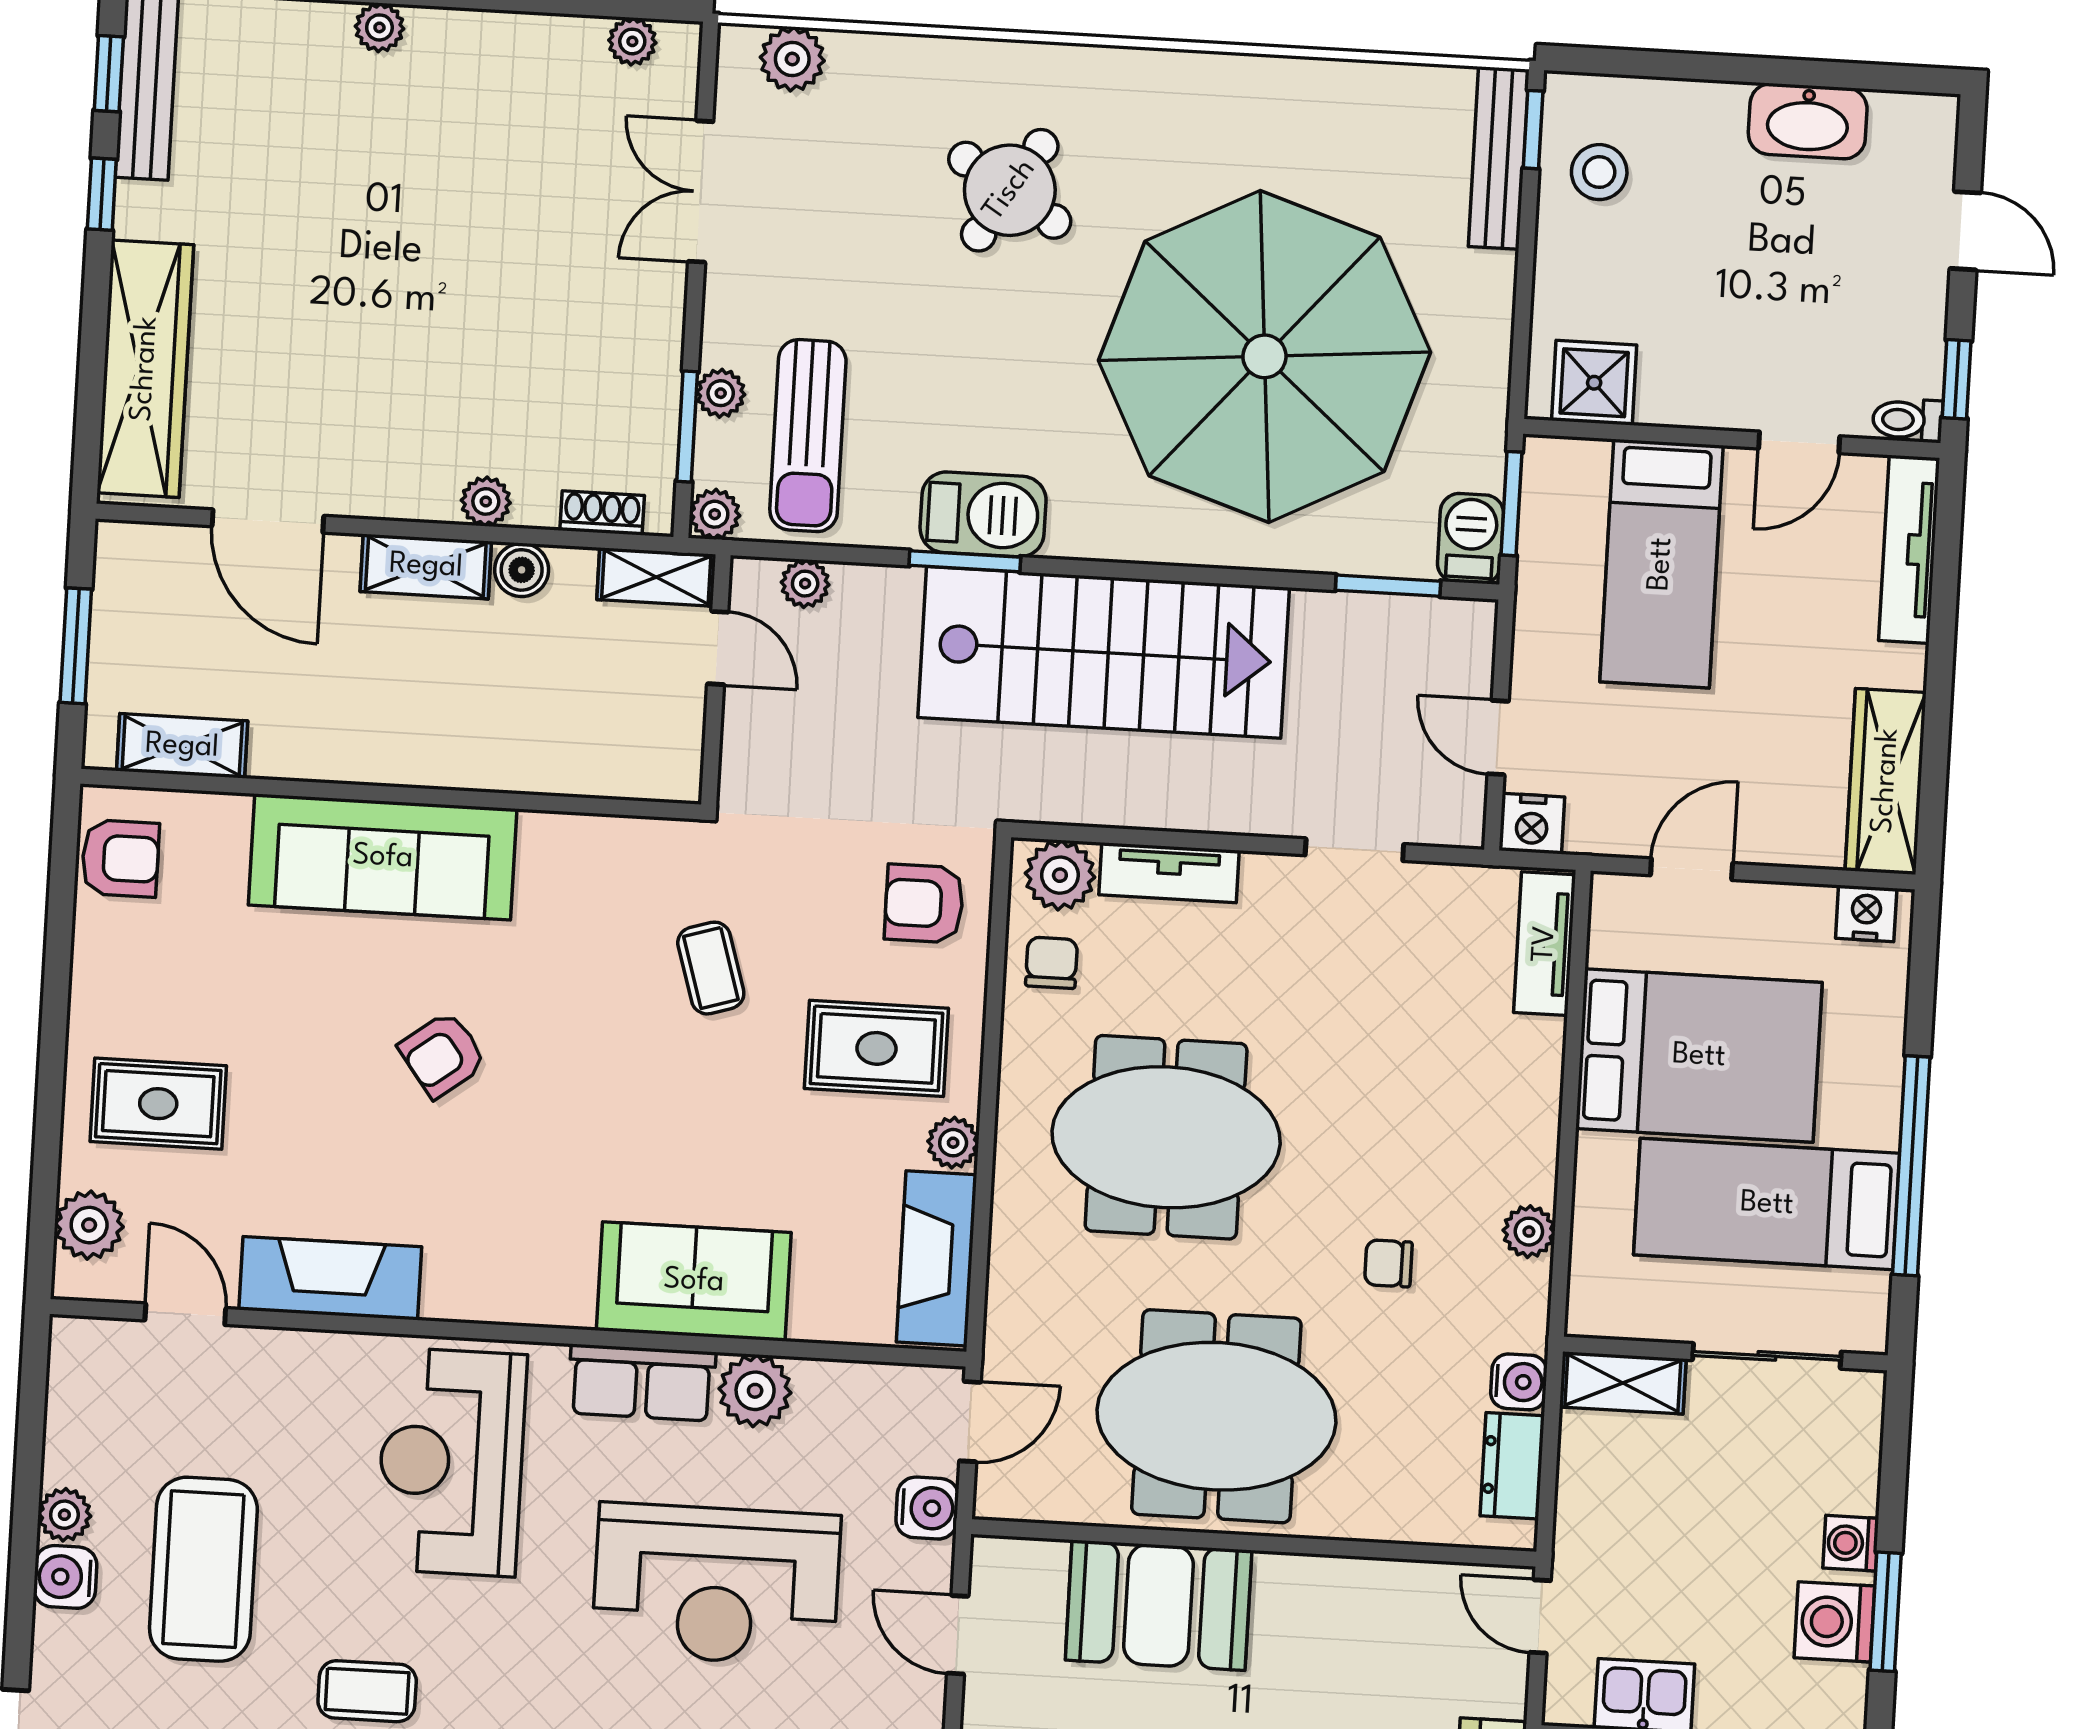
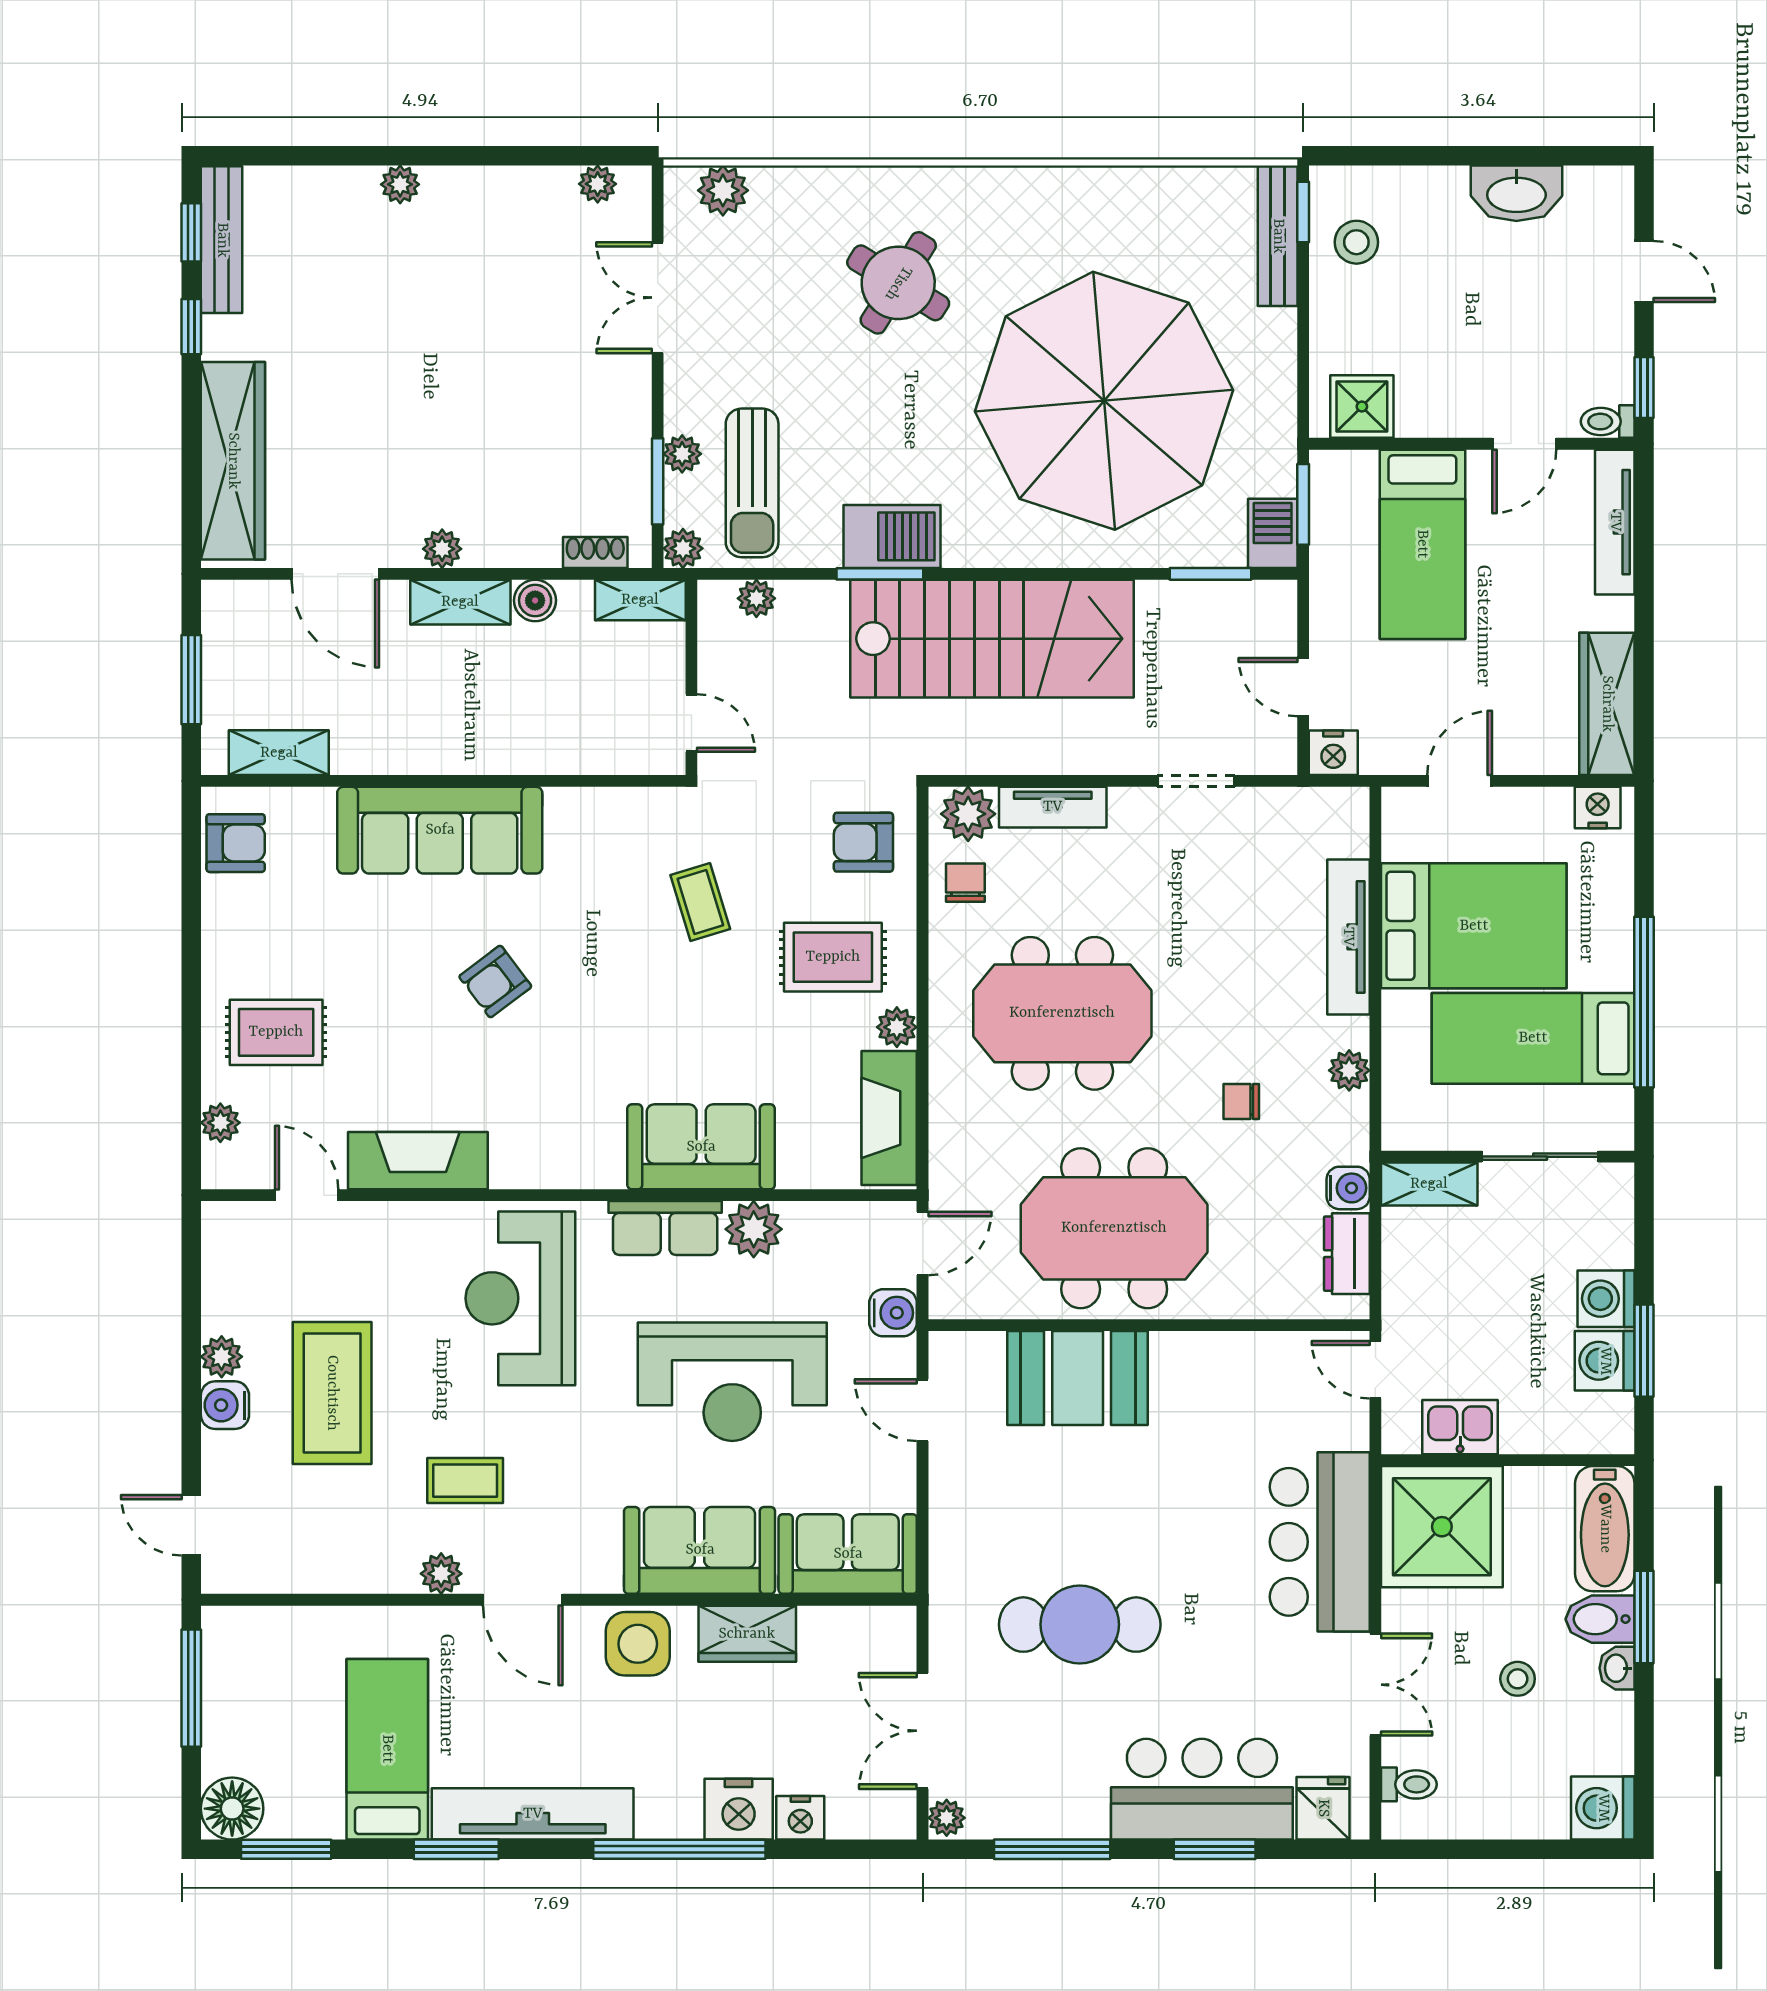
plant: (486, 501) -> (442, 549), moved
door: (718, 648) -> (691, 723), moved
tv unit: (1545, 944) -> (1348, 937), moved, width x1.41
plant: (89, 1225) -> (220, 1123), width x0.73, depth x0.73
washing machine: (1851, 1543) -> (1606, 1299), width x1.38, depth x1.38

